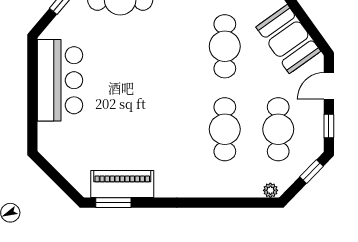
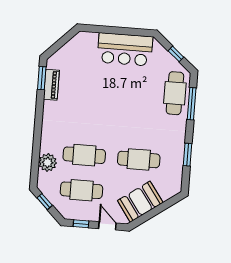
window: (311, 172) -> (45, 202), moved
piano: (122, 184) -> (51, 85), width x0.73, depth x0.75
plant: (270, 190) -> (48, 162), moved, width x1.87, depth x1.87

